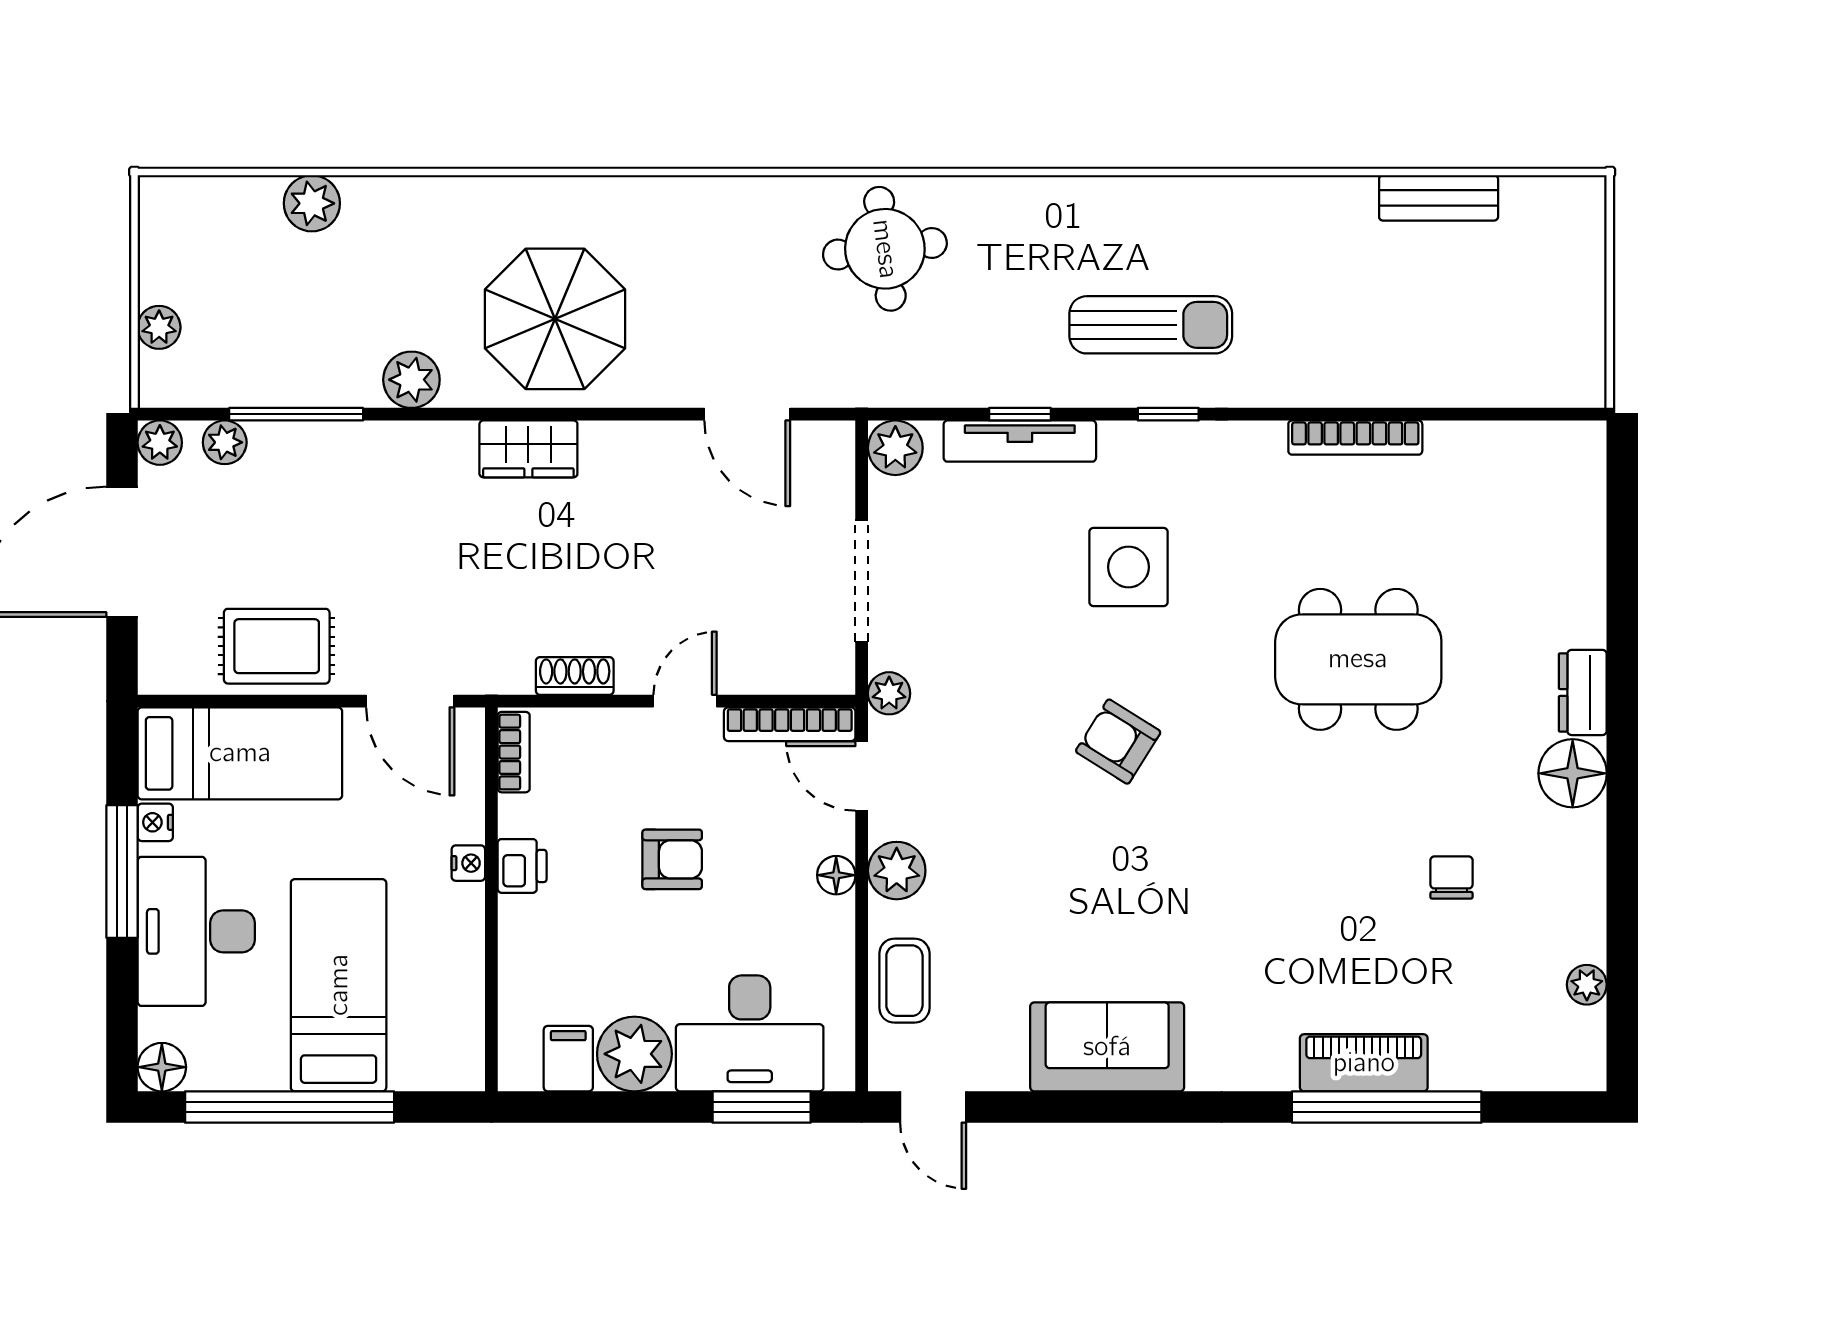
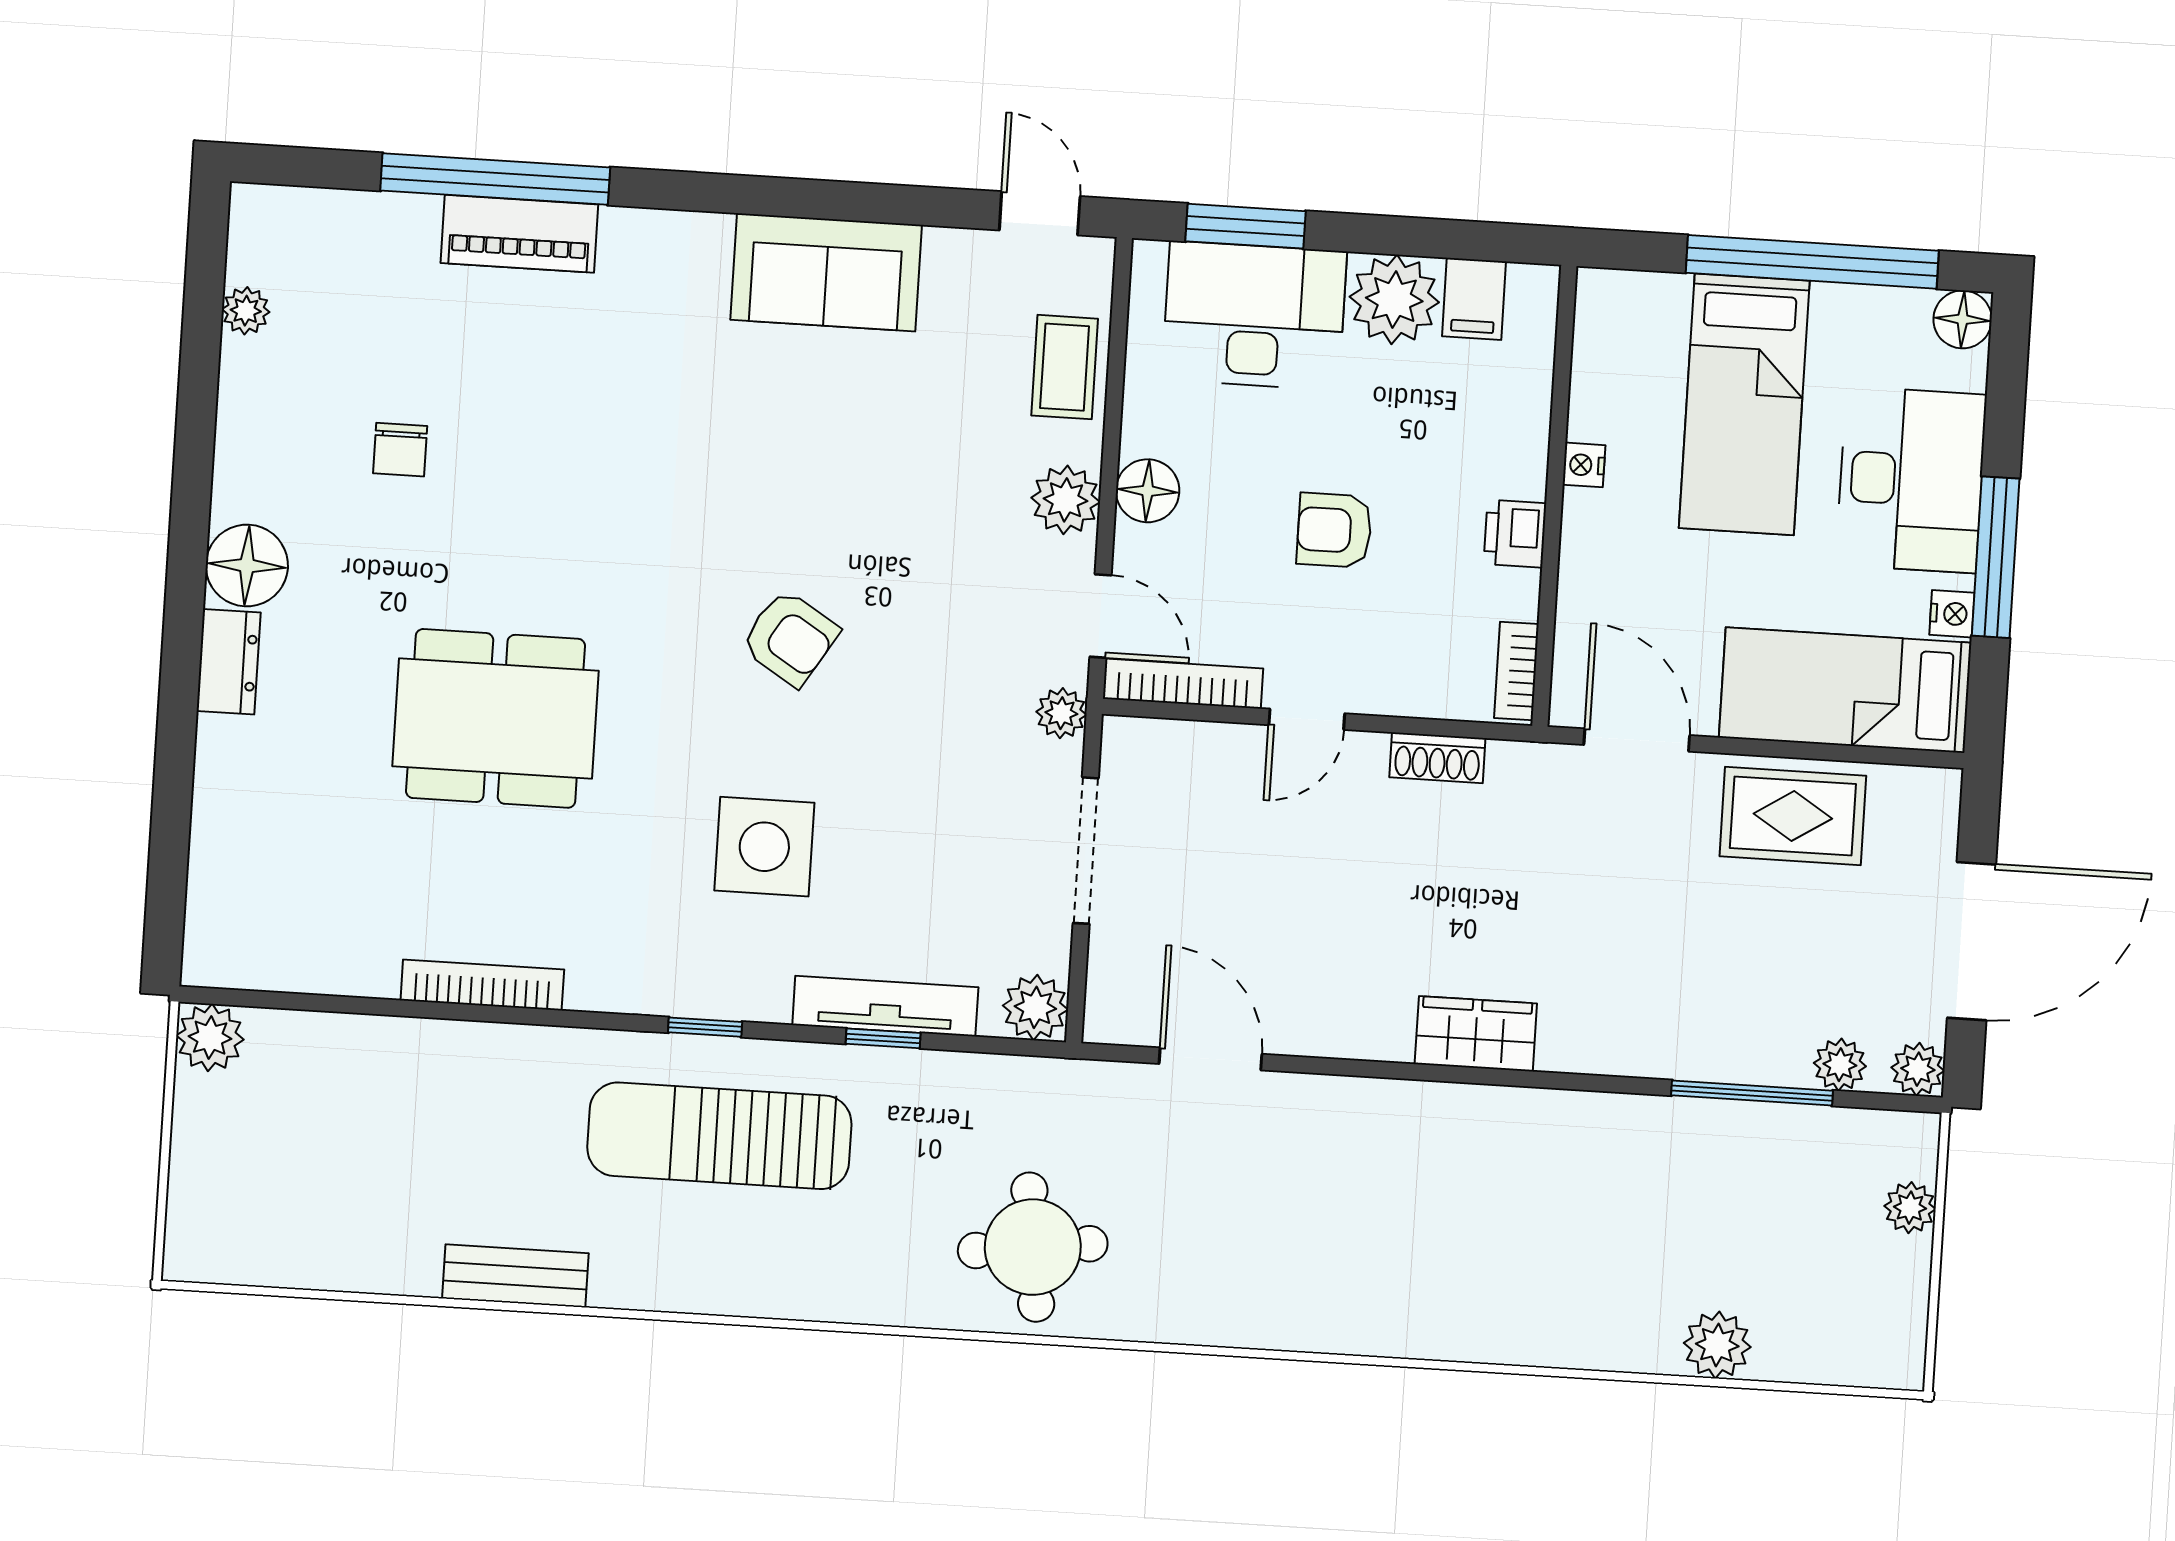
bench: (1439, 198) -> (515, 1276), moved
parasol: (555, 319) -> (1434, 1188), removed
sun lounger: (1151, 325) -> (719, 1136), width x1.36, depth x1.34
plant: (411, 380) -> (210, 1038), moved
nightstand: (468, 863) -> (1584, 465), moved
floor lamp: (836, 875) -> (1148, 491), width x1.37, depth x1.37

